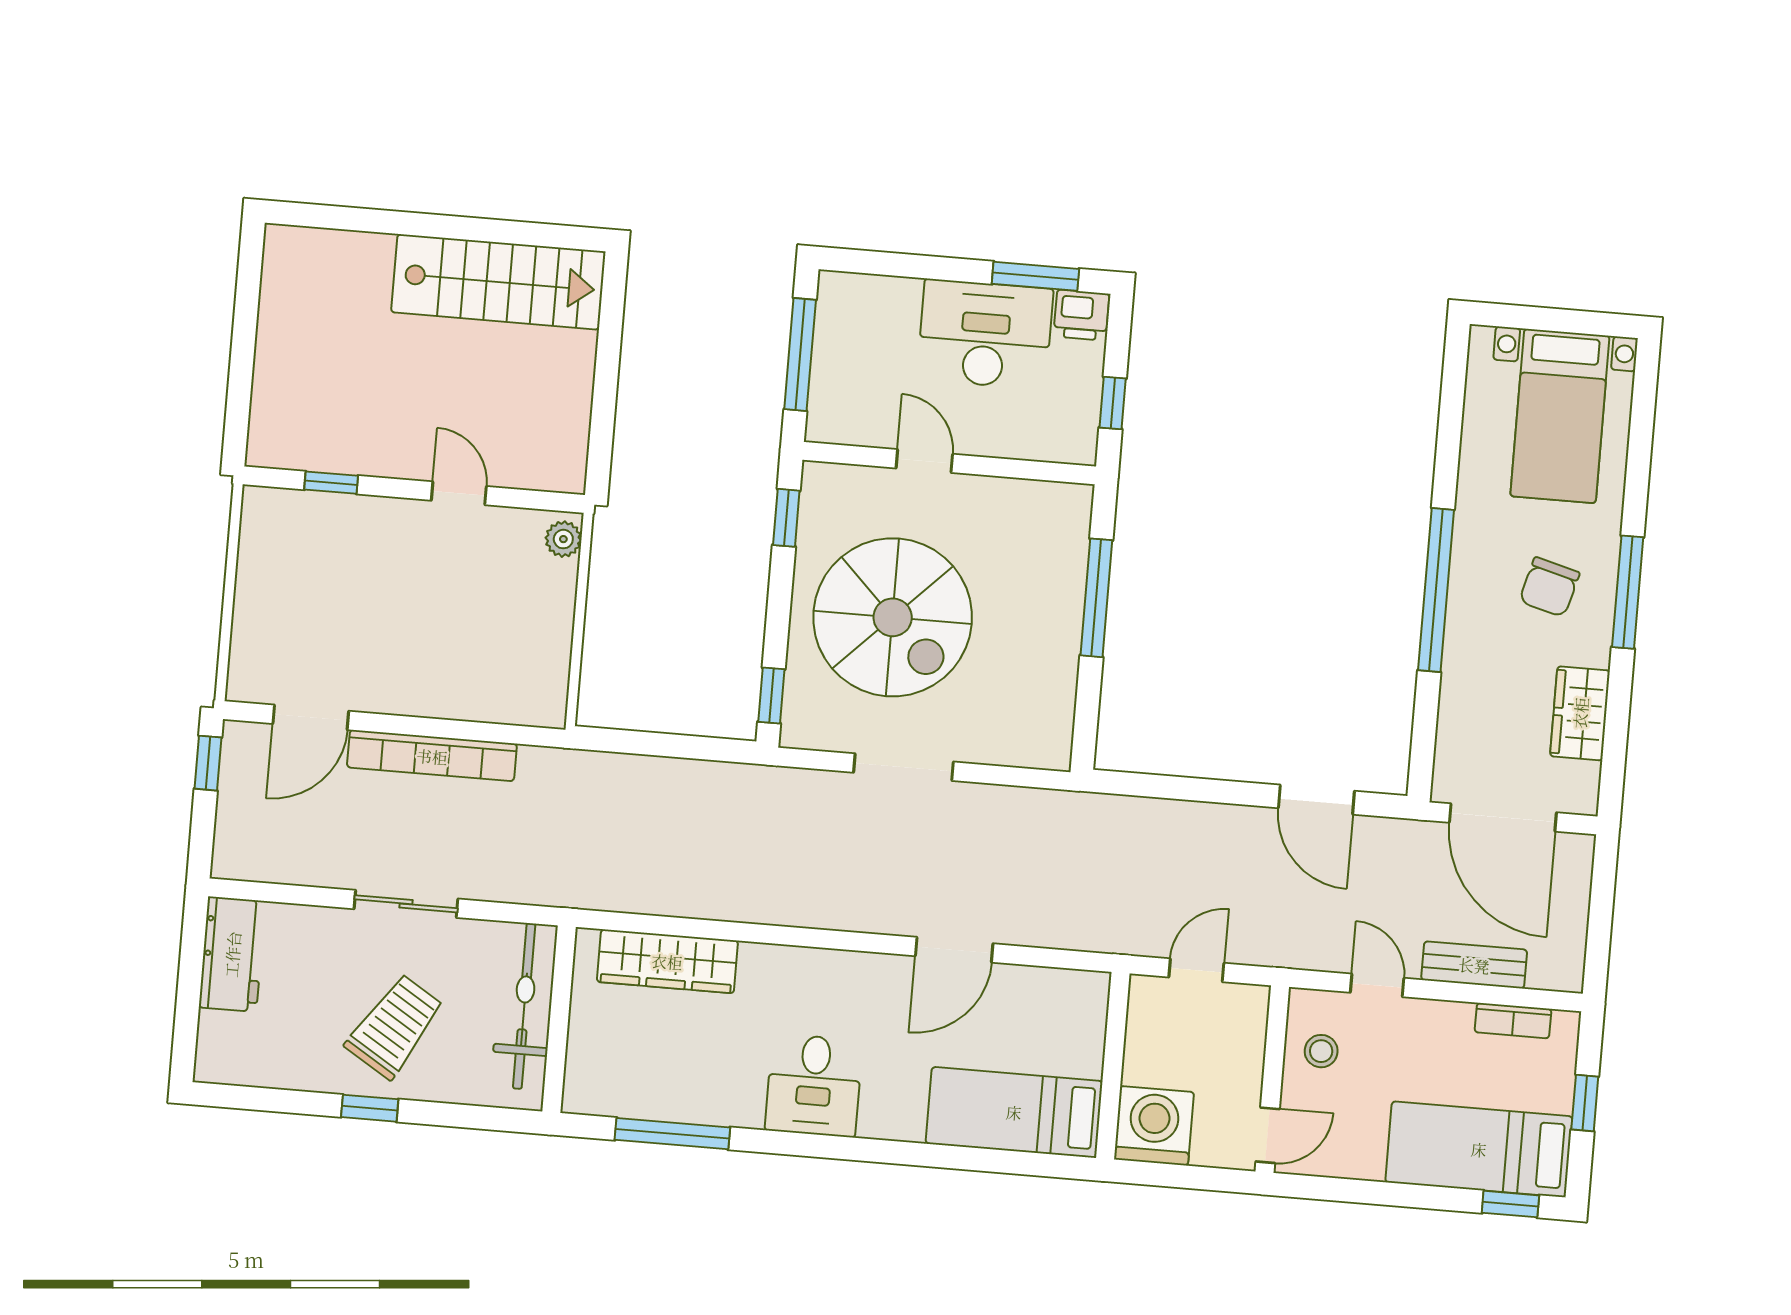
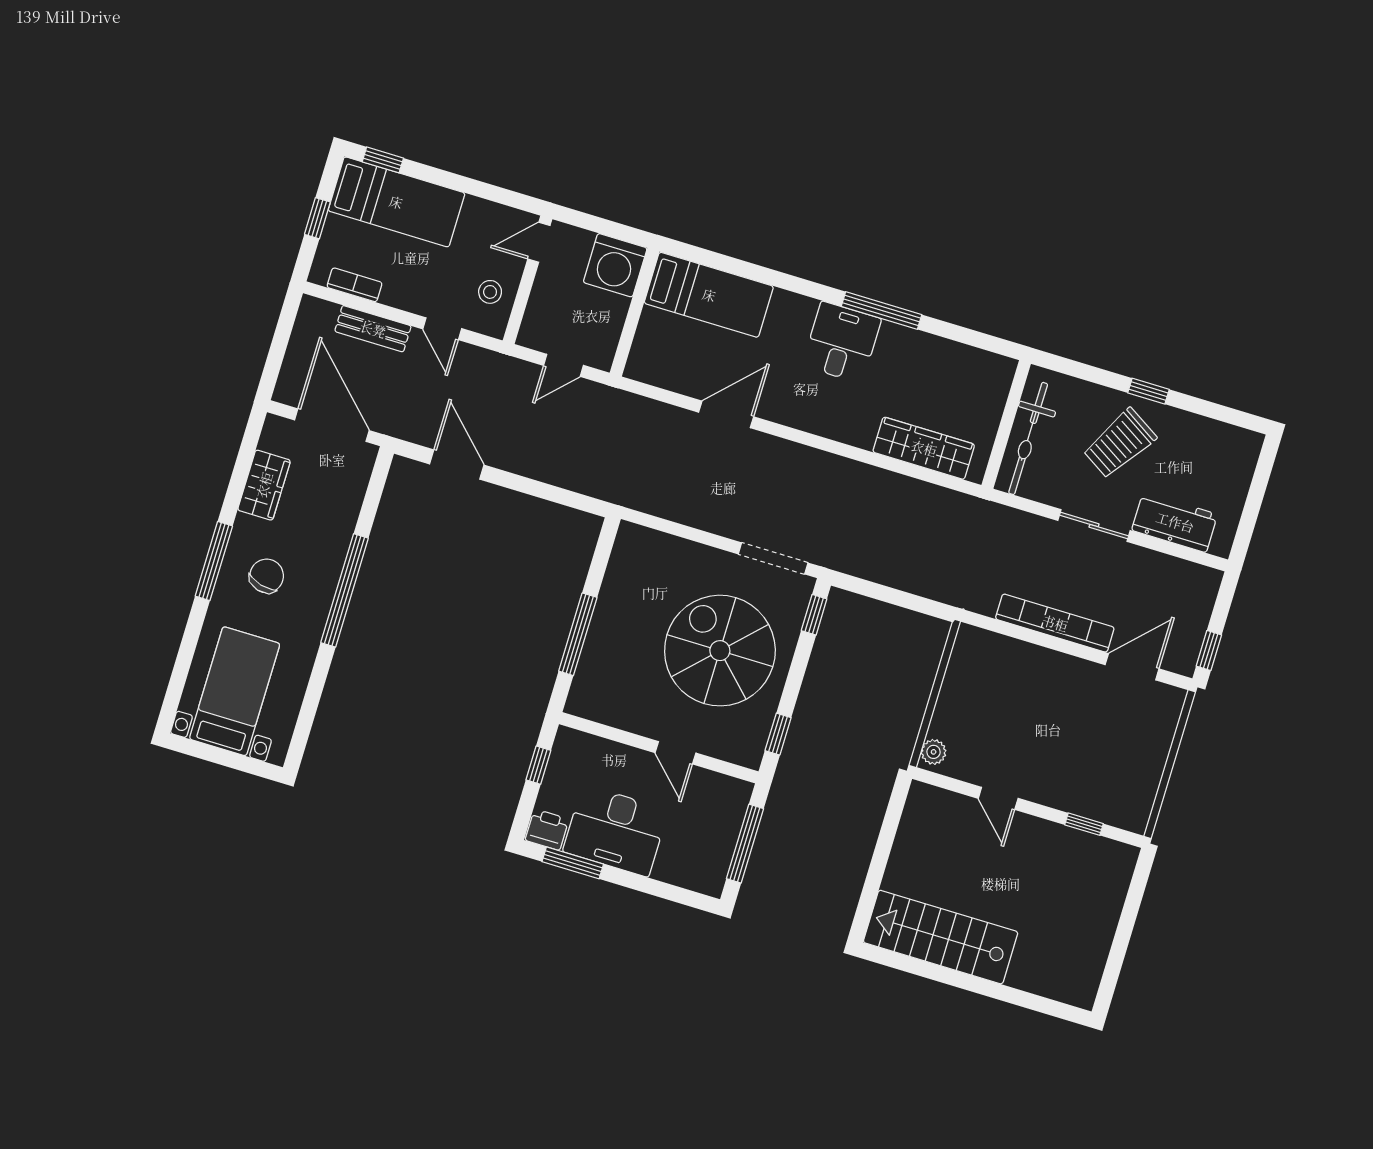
doorway: (903, 767) -> (773, 558), moved
workbench: (232, 954) -> (1175, 522), moved, turned 90
window: (672, 1134) -> (881, 310), moved

